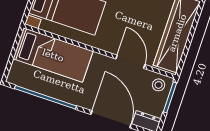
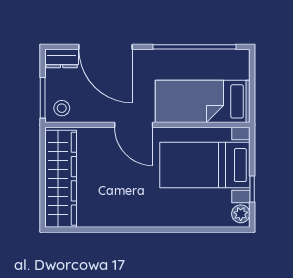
door: (130, 62) -> (134, 125), moved

